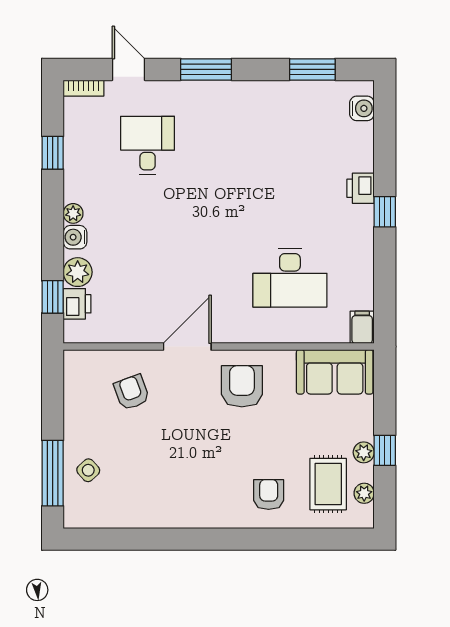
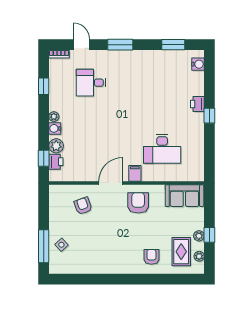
desk: (148, 145) -> (91, 83), turned -90
filing cabinet: (362, 327) -> (135, 173), moved

